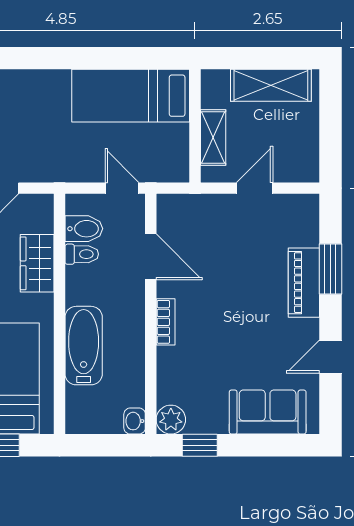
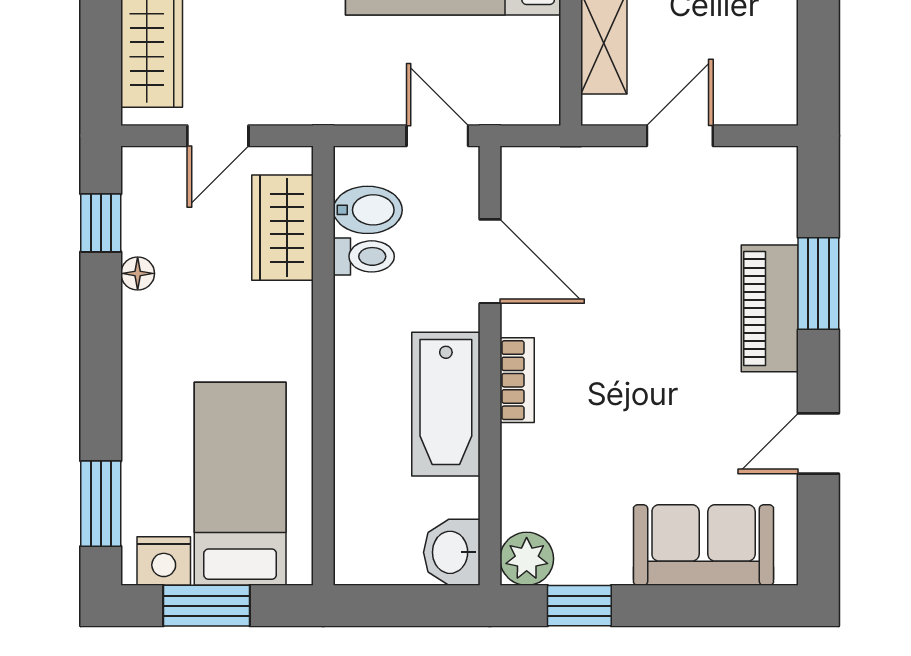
wardrobe: (37, 263) -> (282, 228), moved
bathtub: (84, 346) -> (446, 404), moved, turned 180
washbasin: (135, 421) -> (452, 552), width x1.38, depth x1.45

